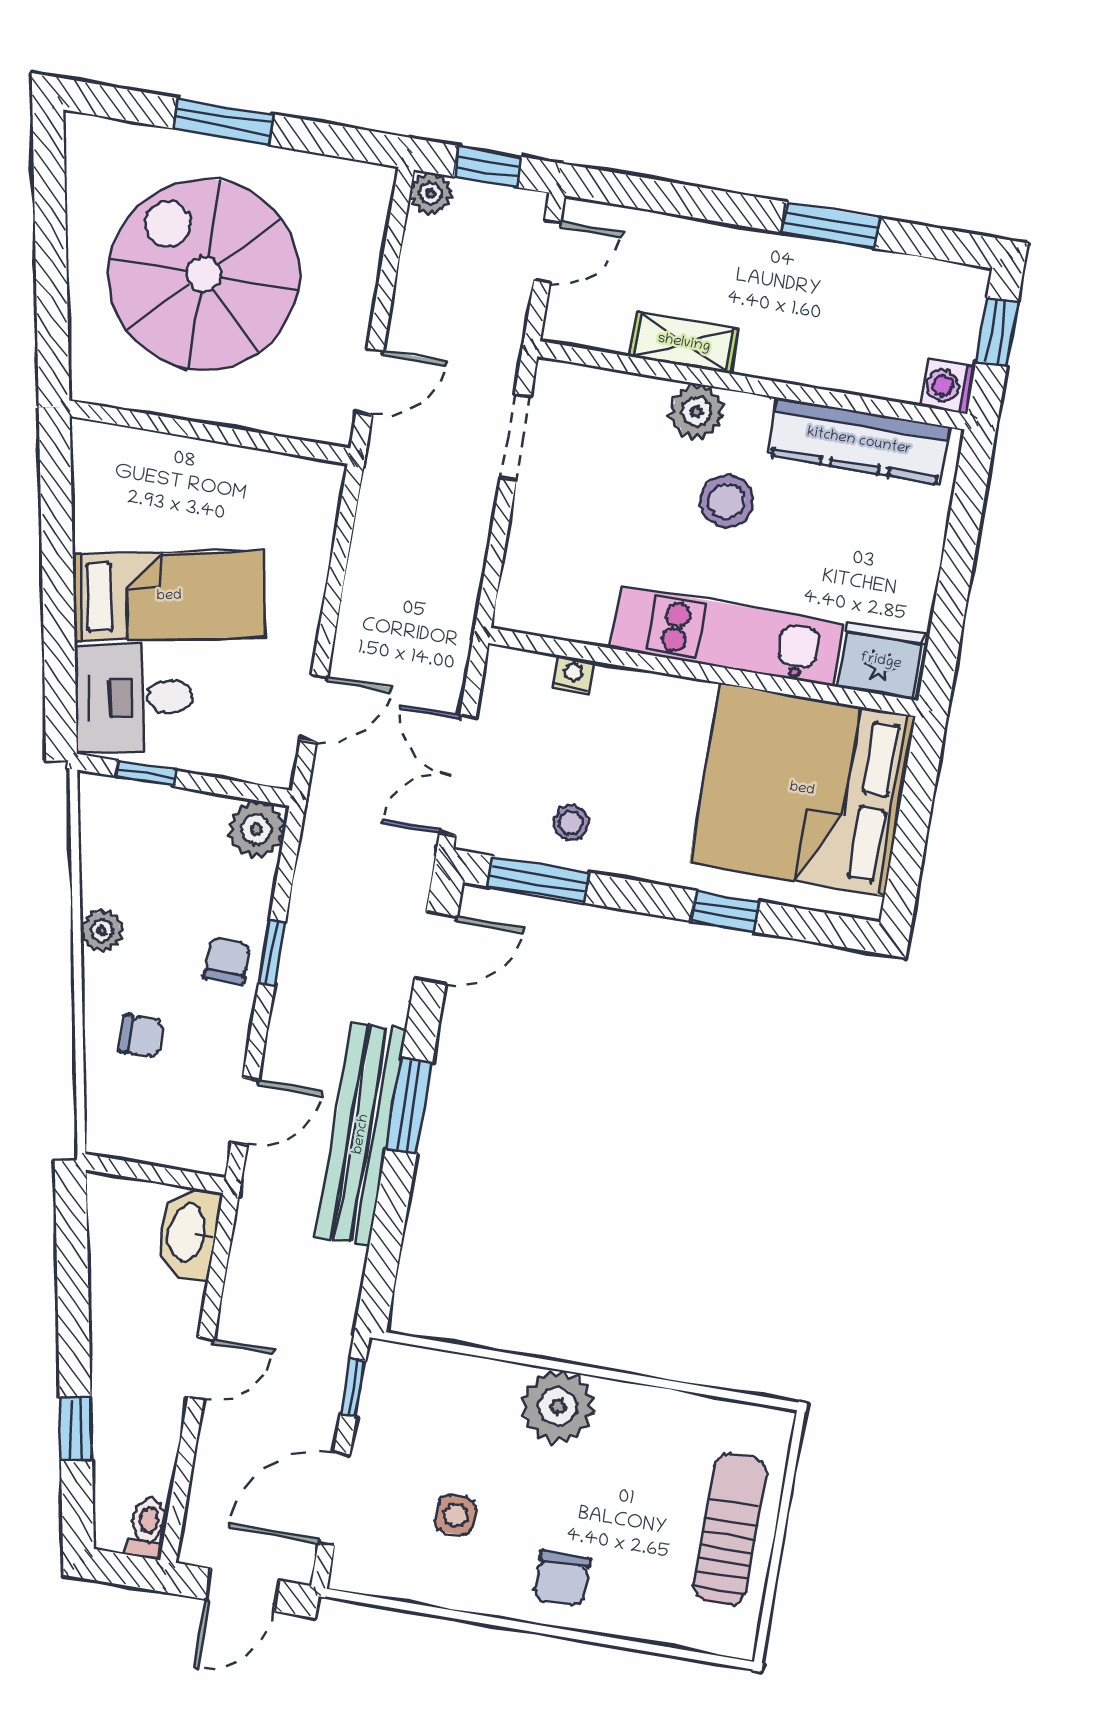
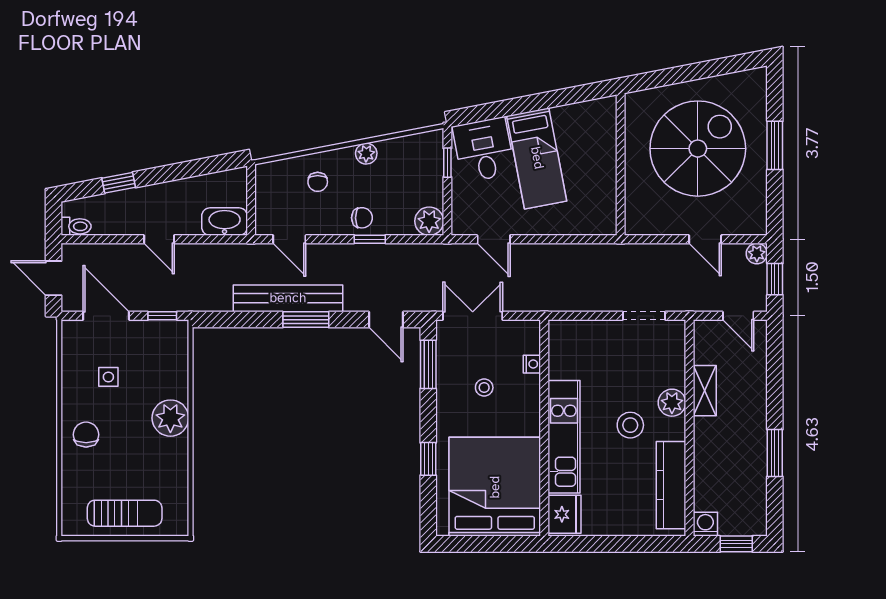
door: (370, 382) -> (705, 239), moved
stool: (571, 823) -> (484, 388), moved
chair: (562, 1579) -> (86, 435), turned 90

